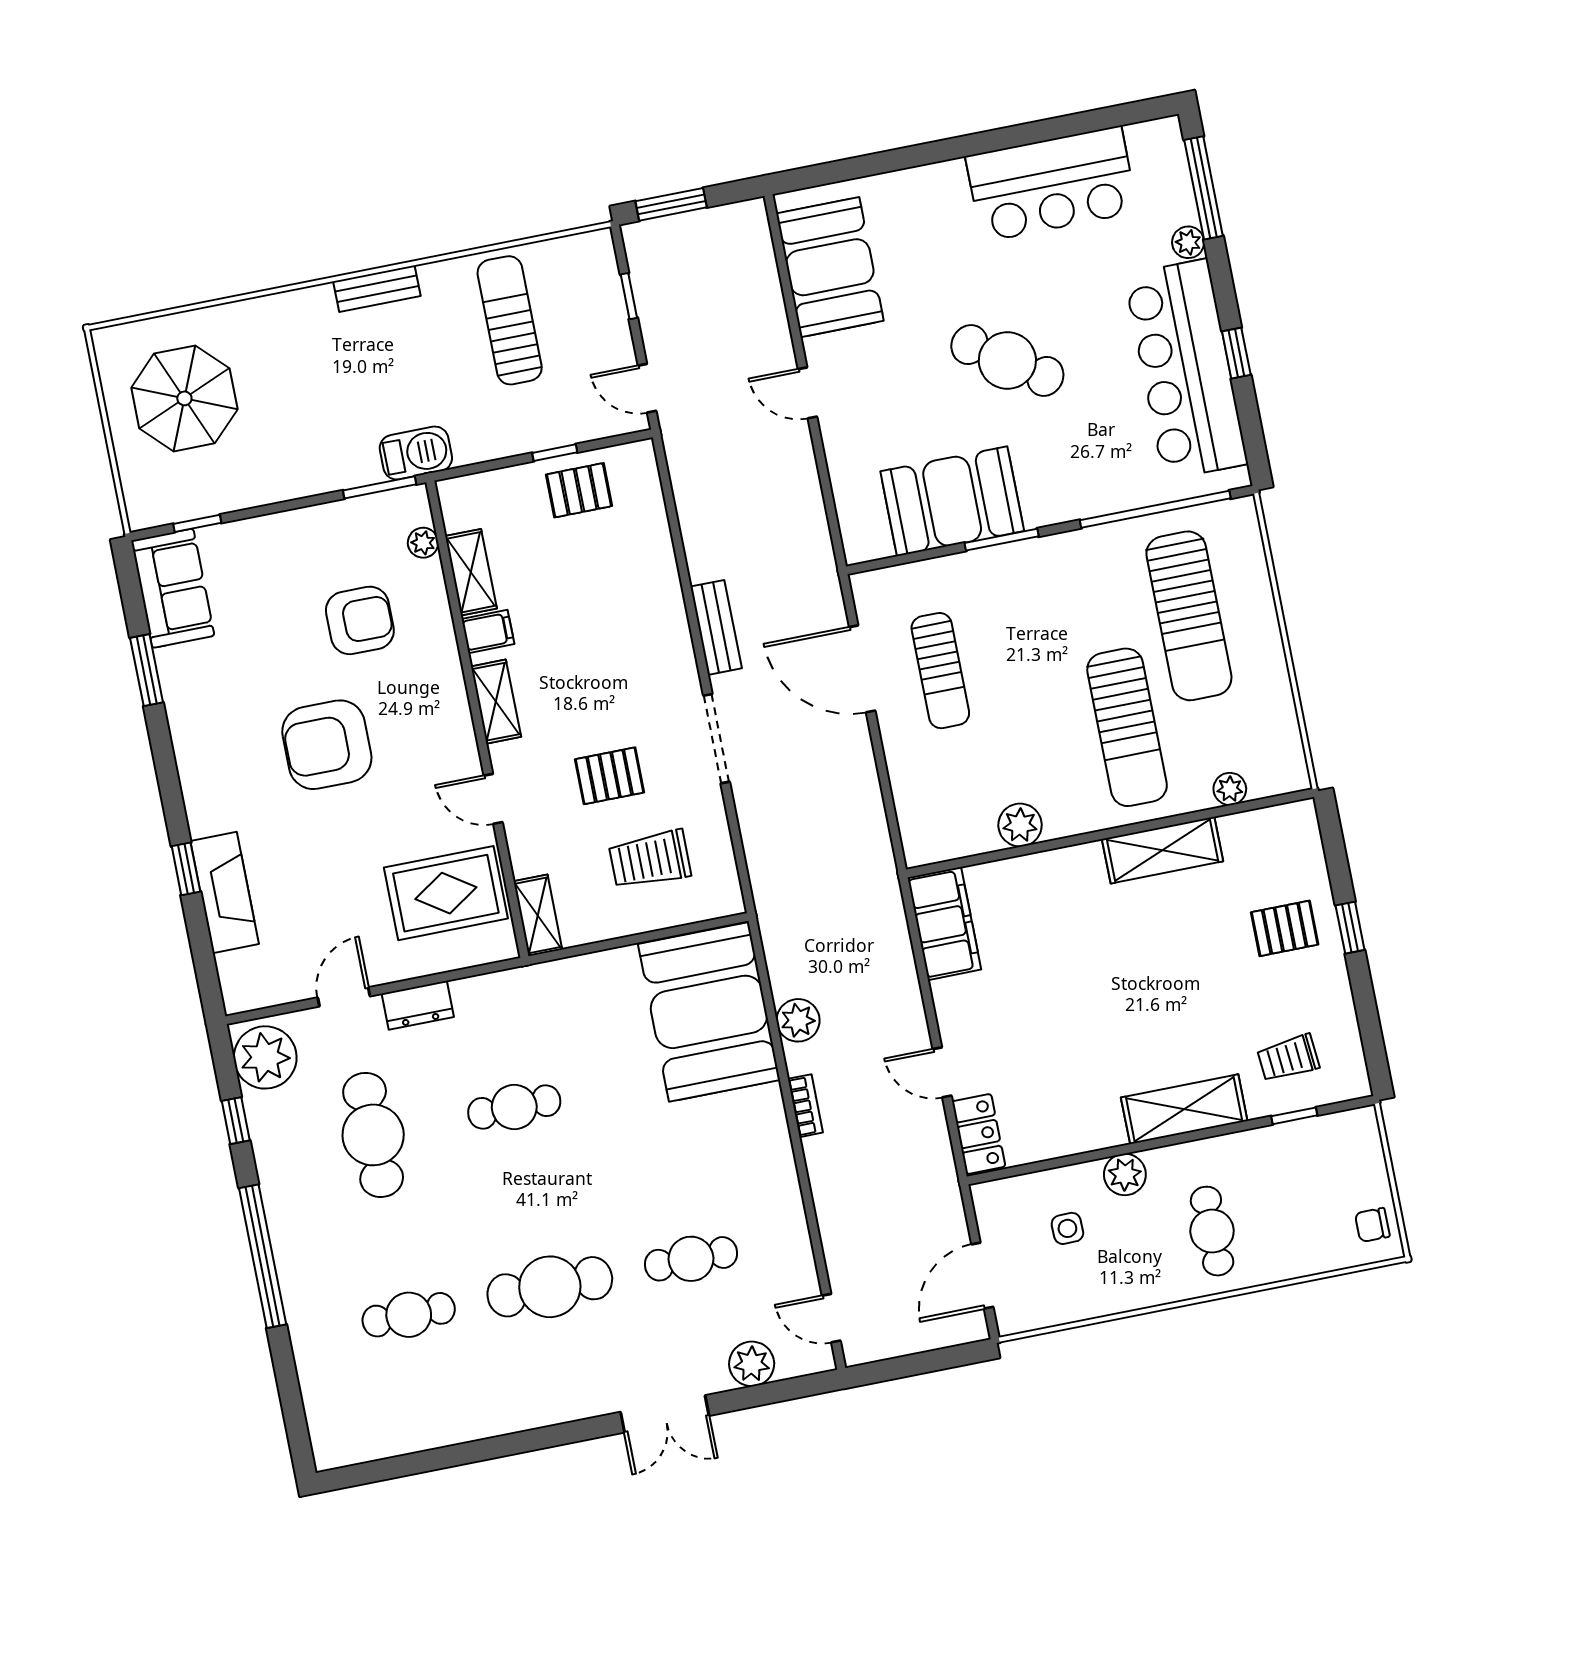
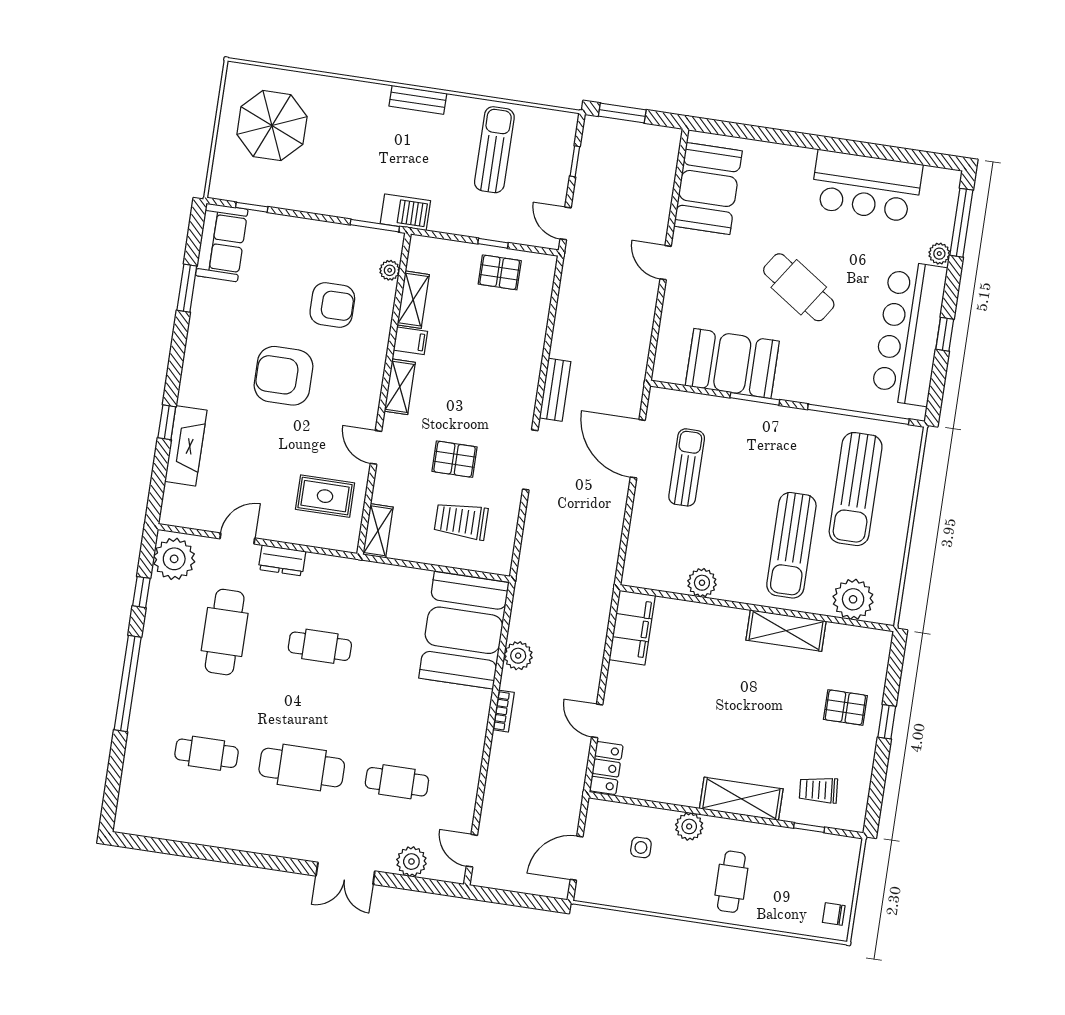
sun lounger: (940, 671) -> (687, 467), turned 180
plant: (1230, 789) -> (853, 599), width x1.87, depth x1.87
rug: (446, 893) -> (325, 496), width x0.73, depth x0.70

